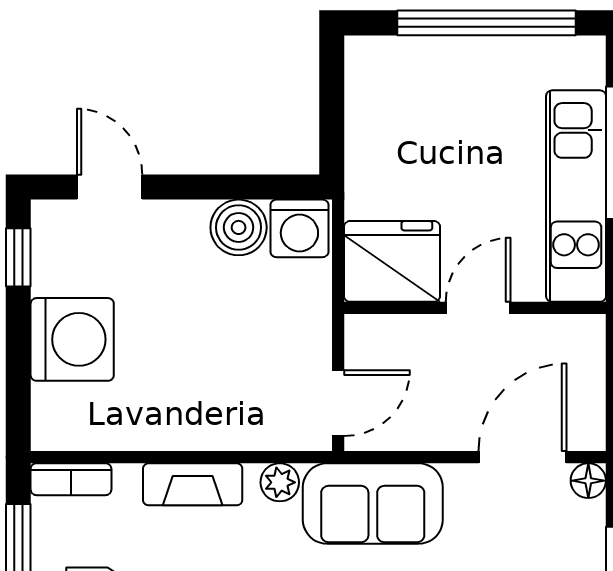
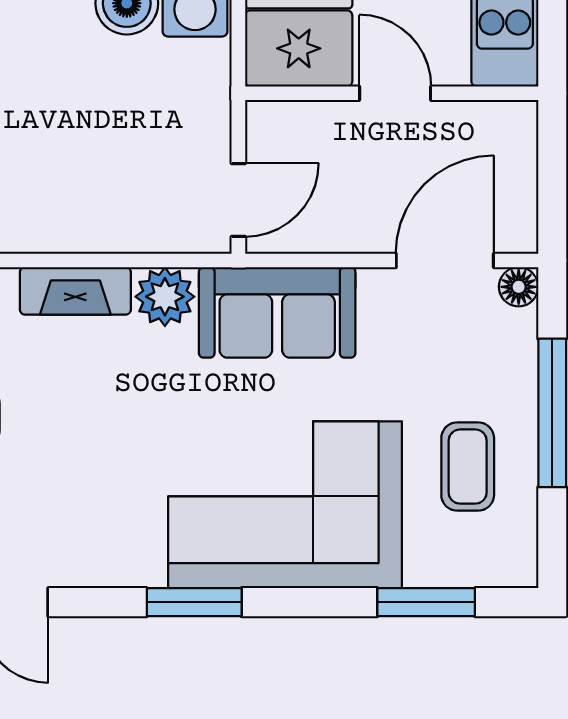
door: (478, 308) -> (395, 93), hinge flipped
plant: (280, 482) -> (165, 297), width x1.38, depth x1.38

